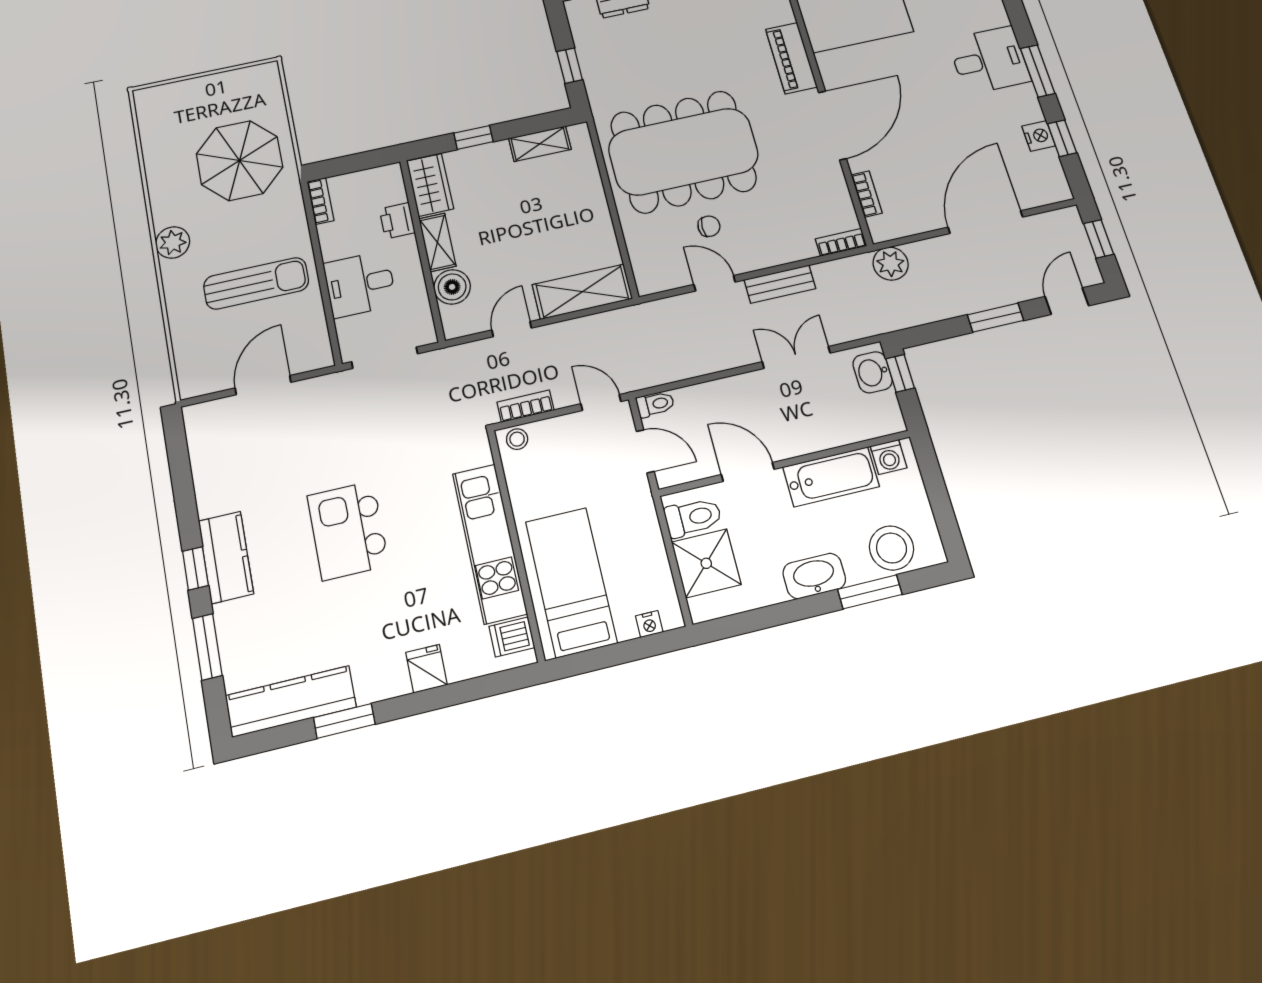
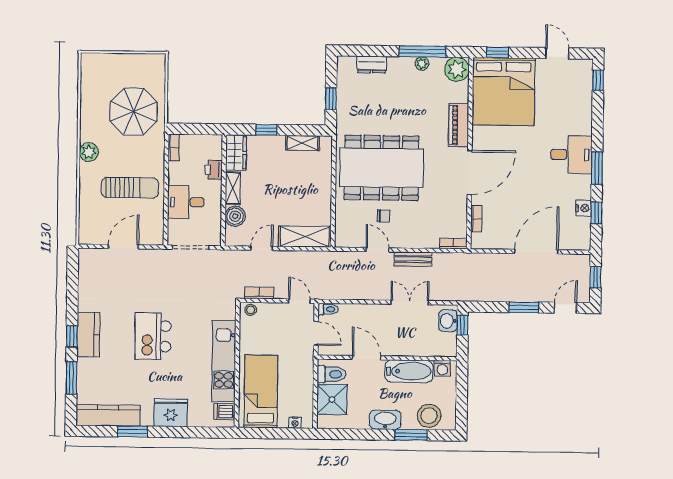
plant: (891, 264) -> (477, 263), removed
fridge: (426, 669) -> (171, 413), width x1.88, depth x1.34

